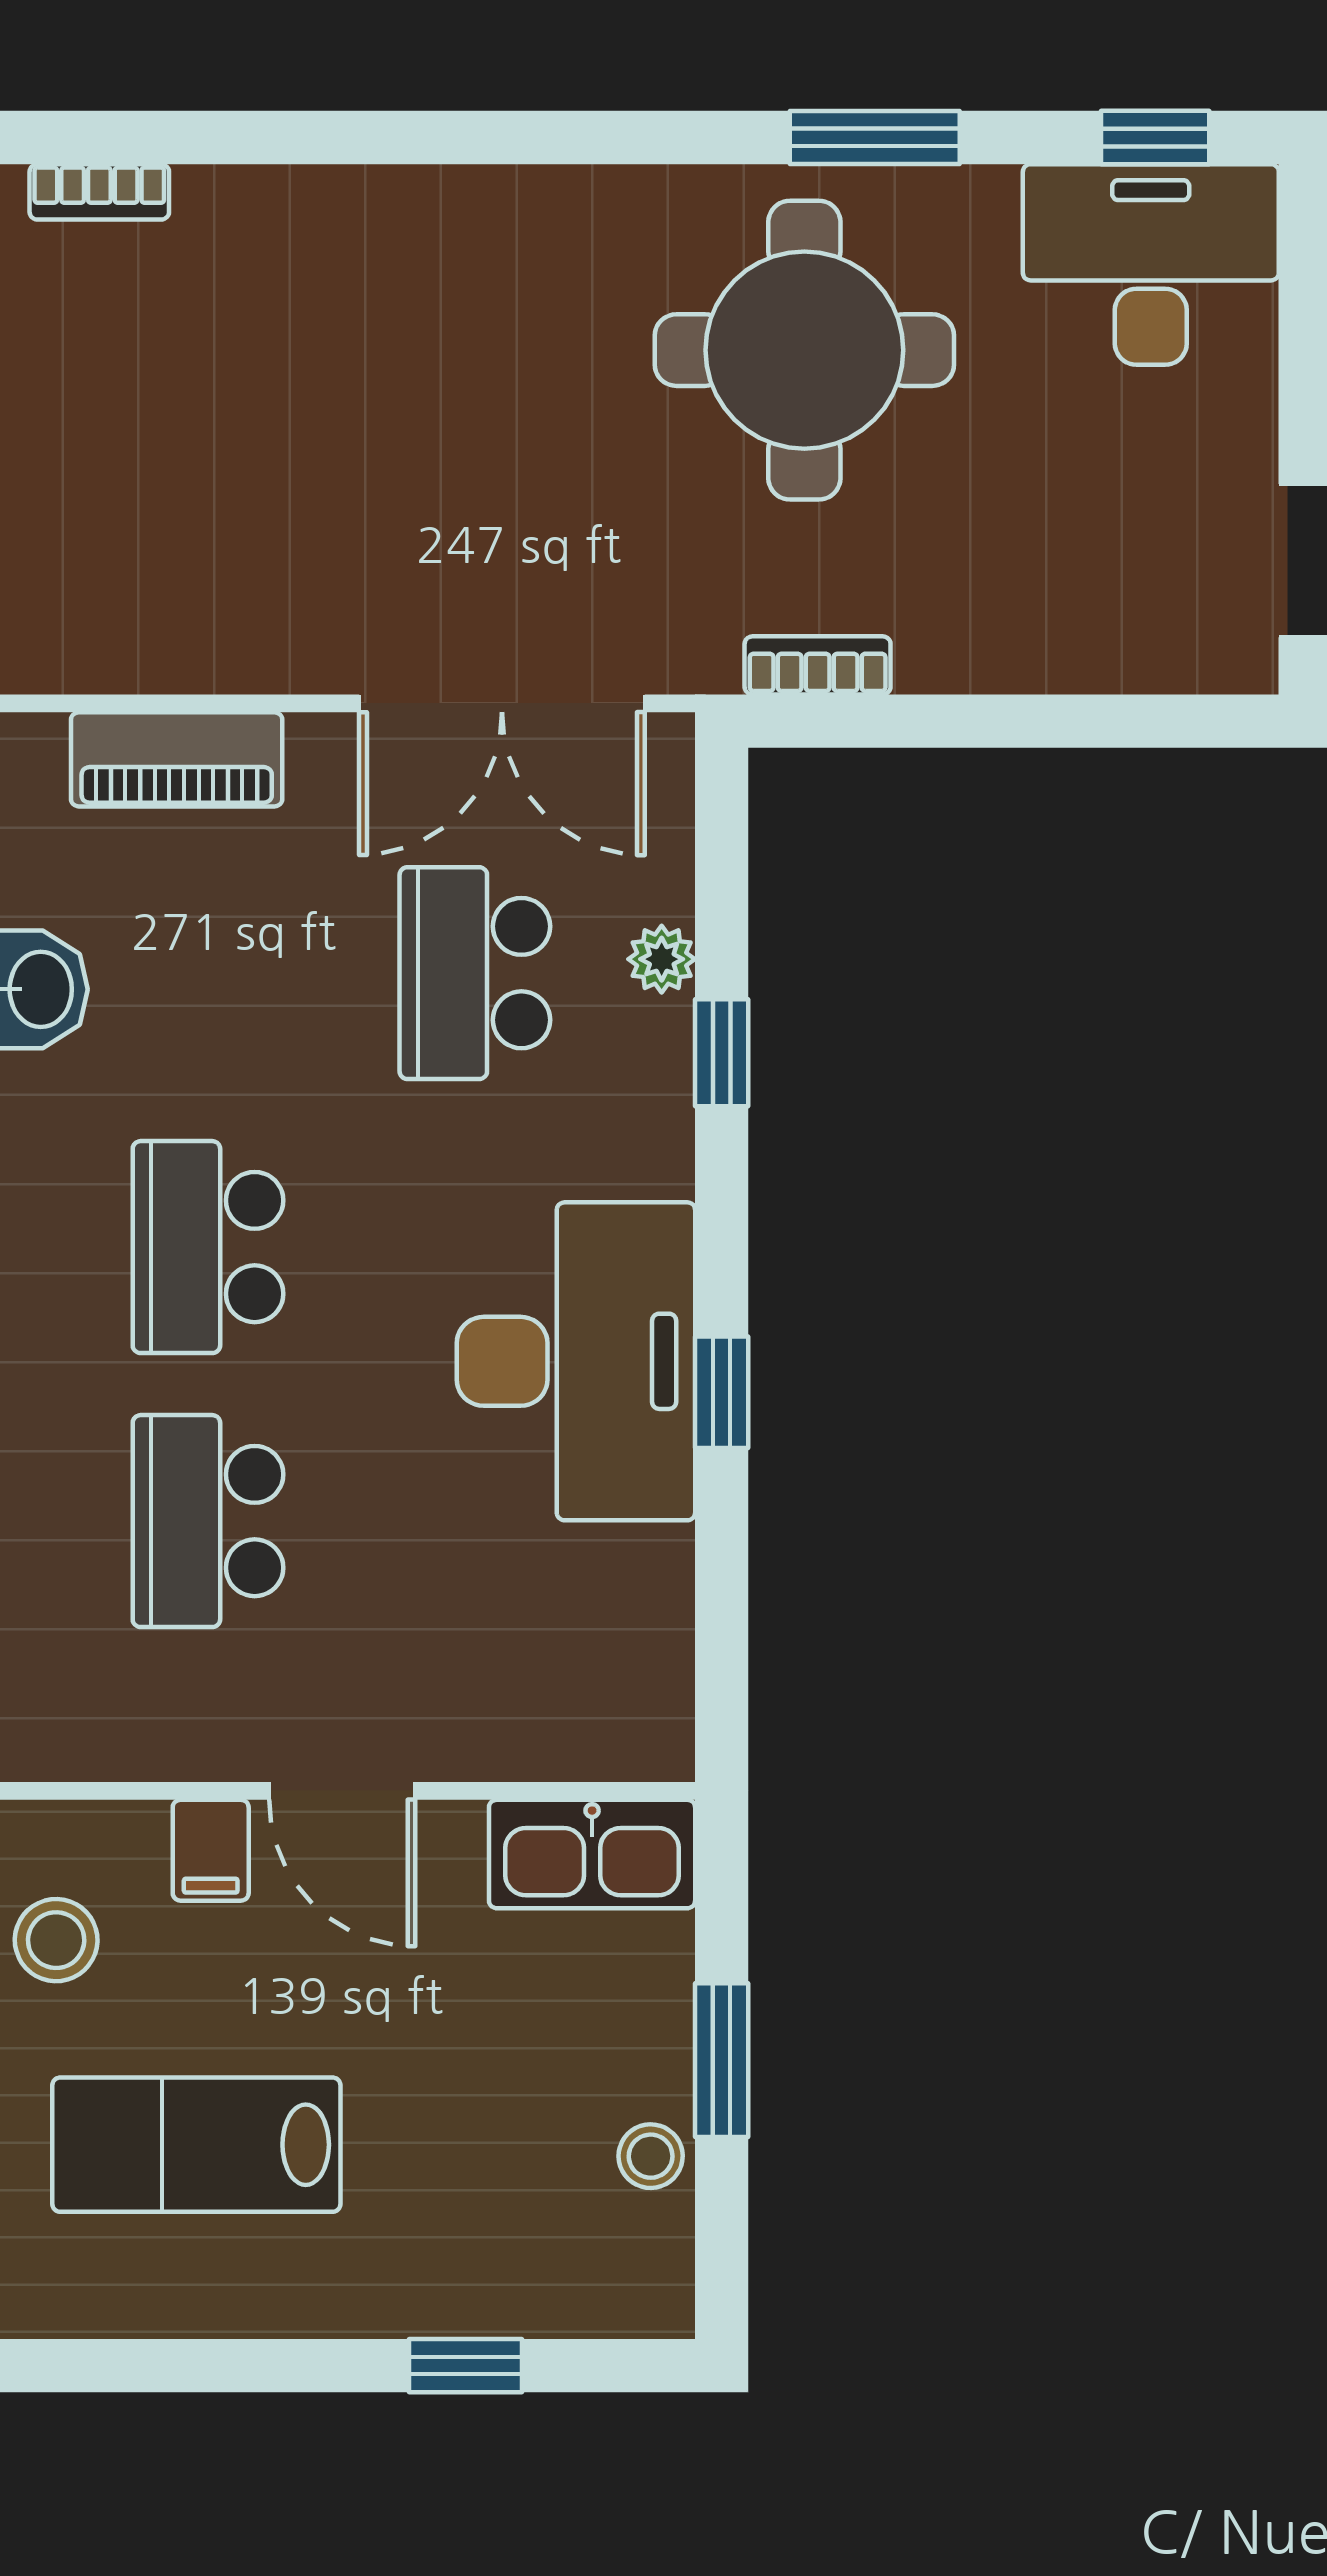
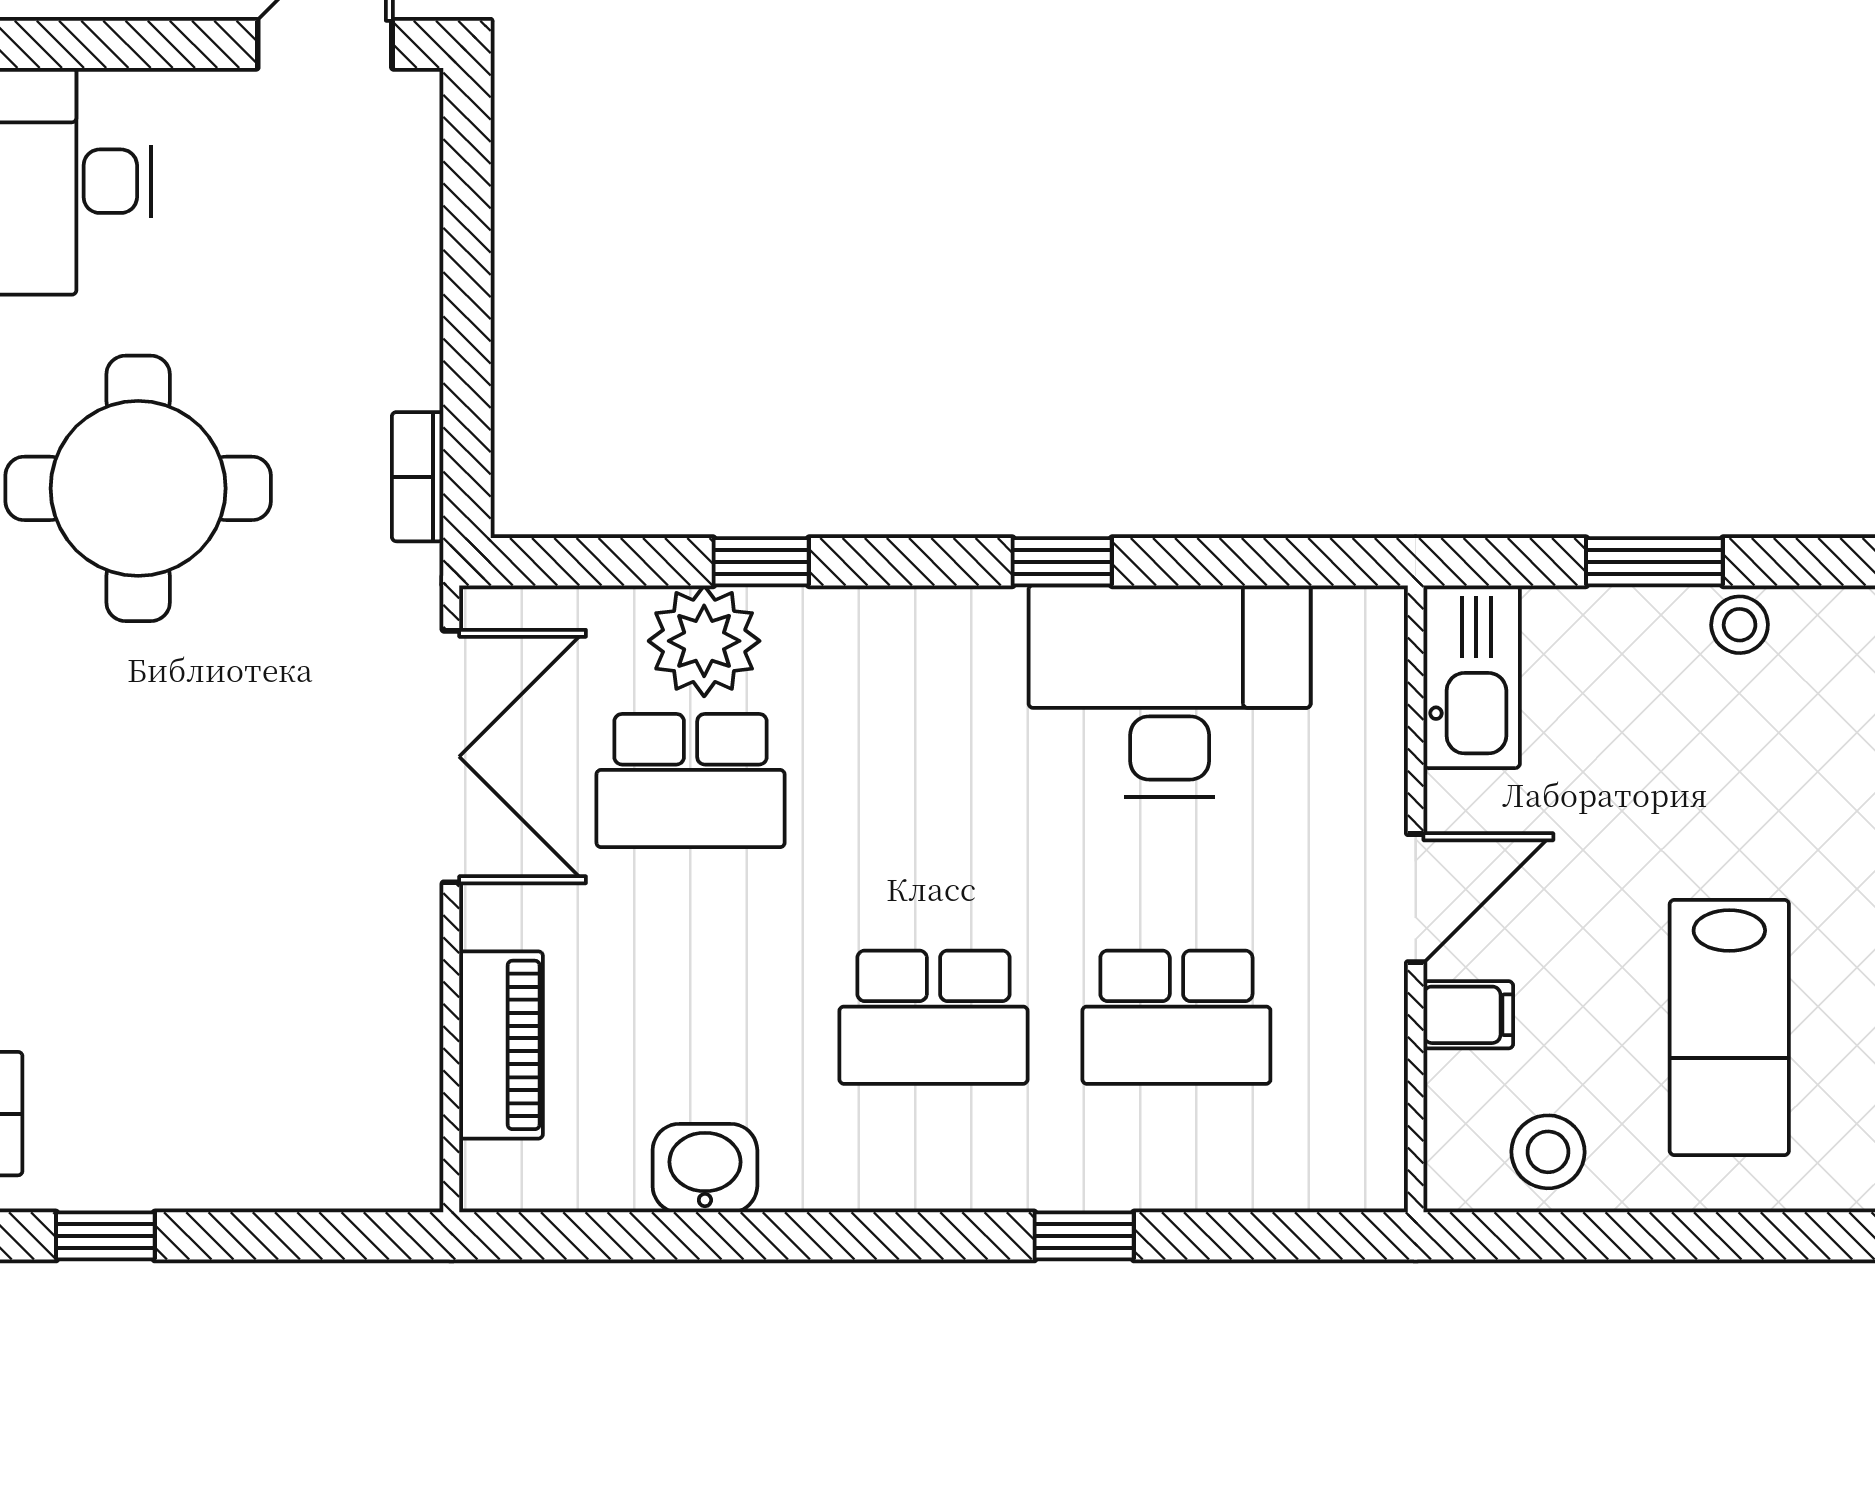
plant: (662, 959) -> (704, 641), width x1.87, depth x1.87
desk: (576, 1361) -> (1170, 691), moved

